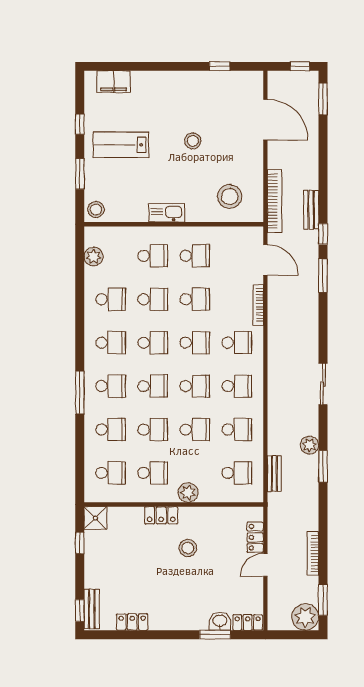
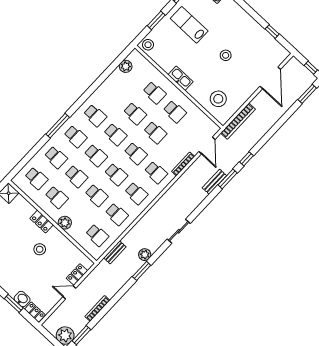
bench: (311, 210) -> (214, 182), moved
school desk: (111, 299) -> (115, 95), removed

